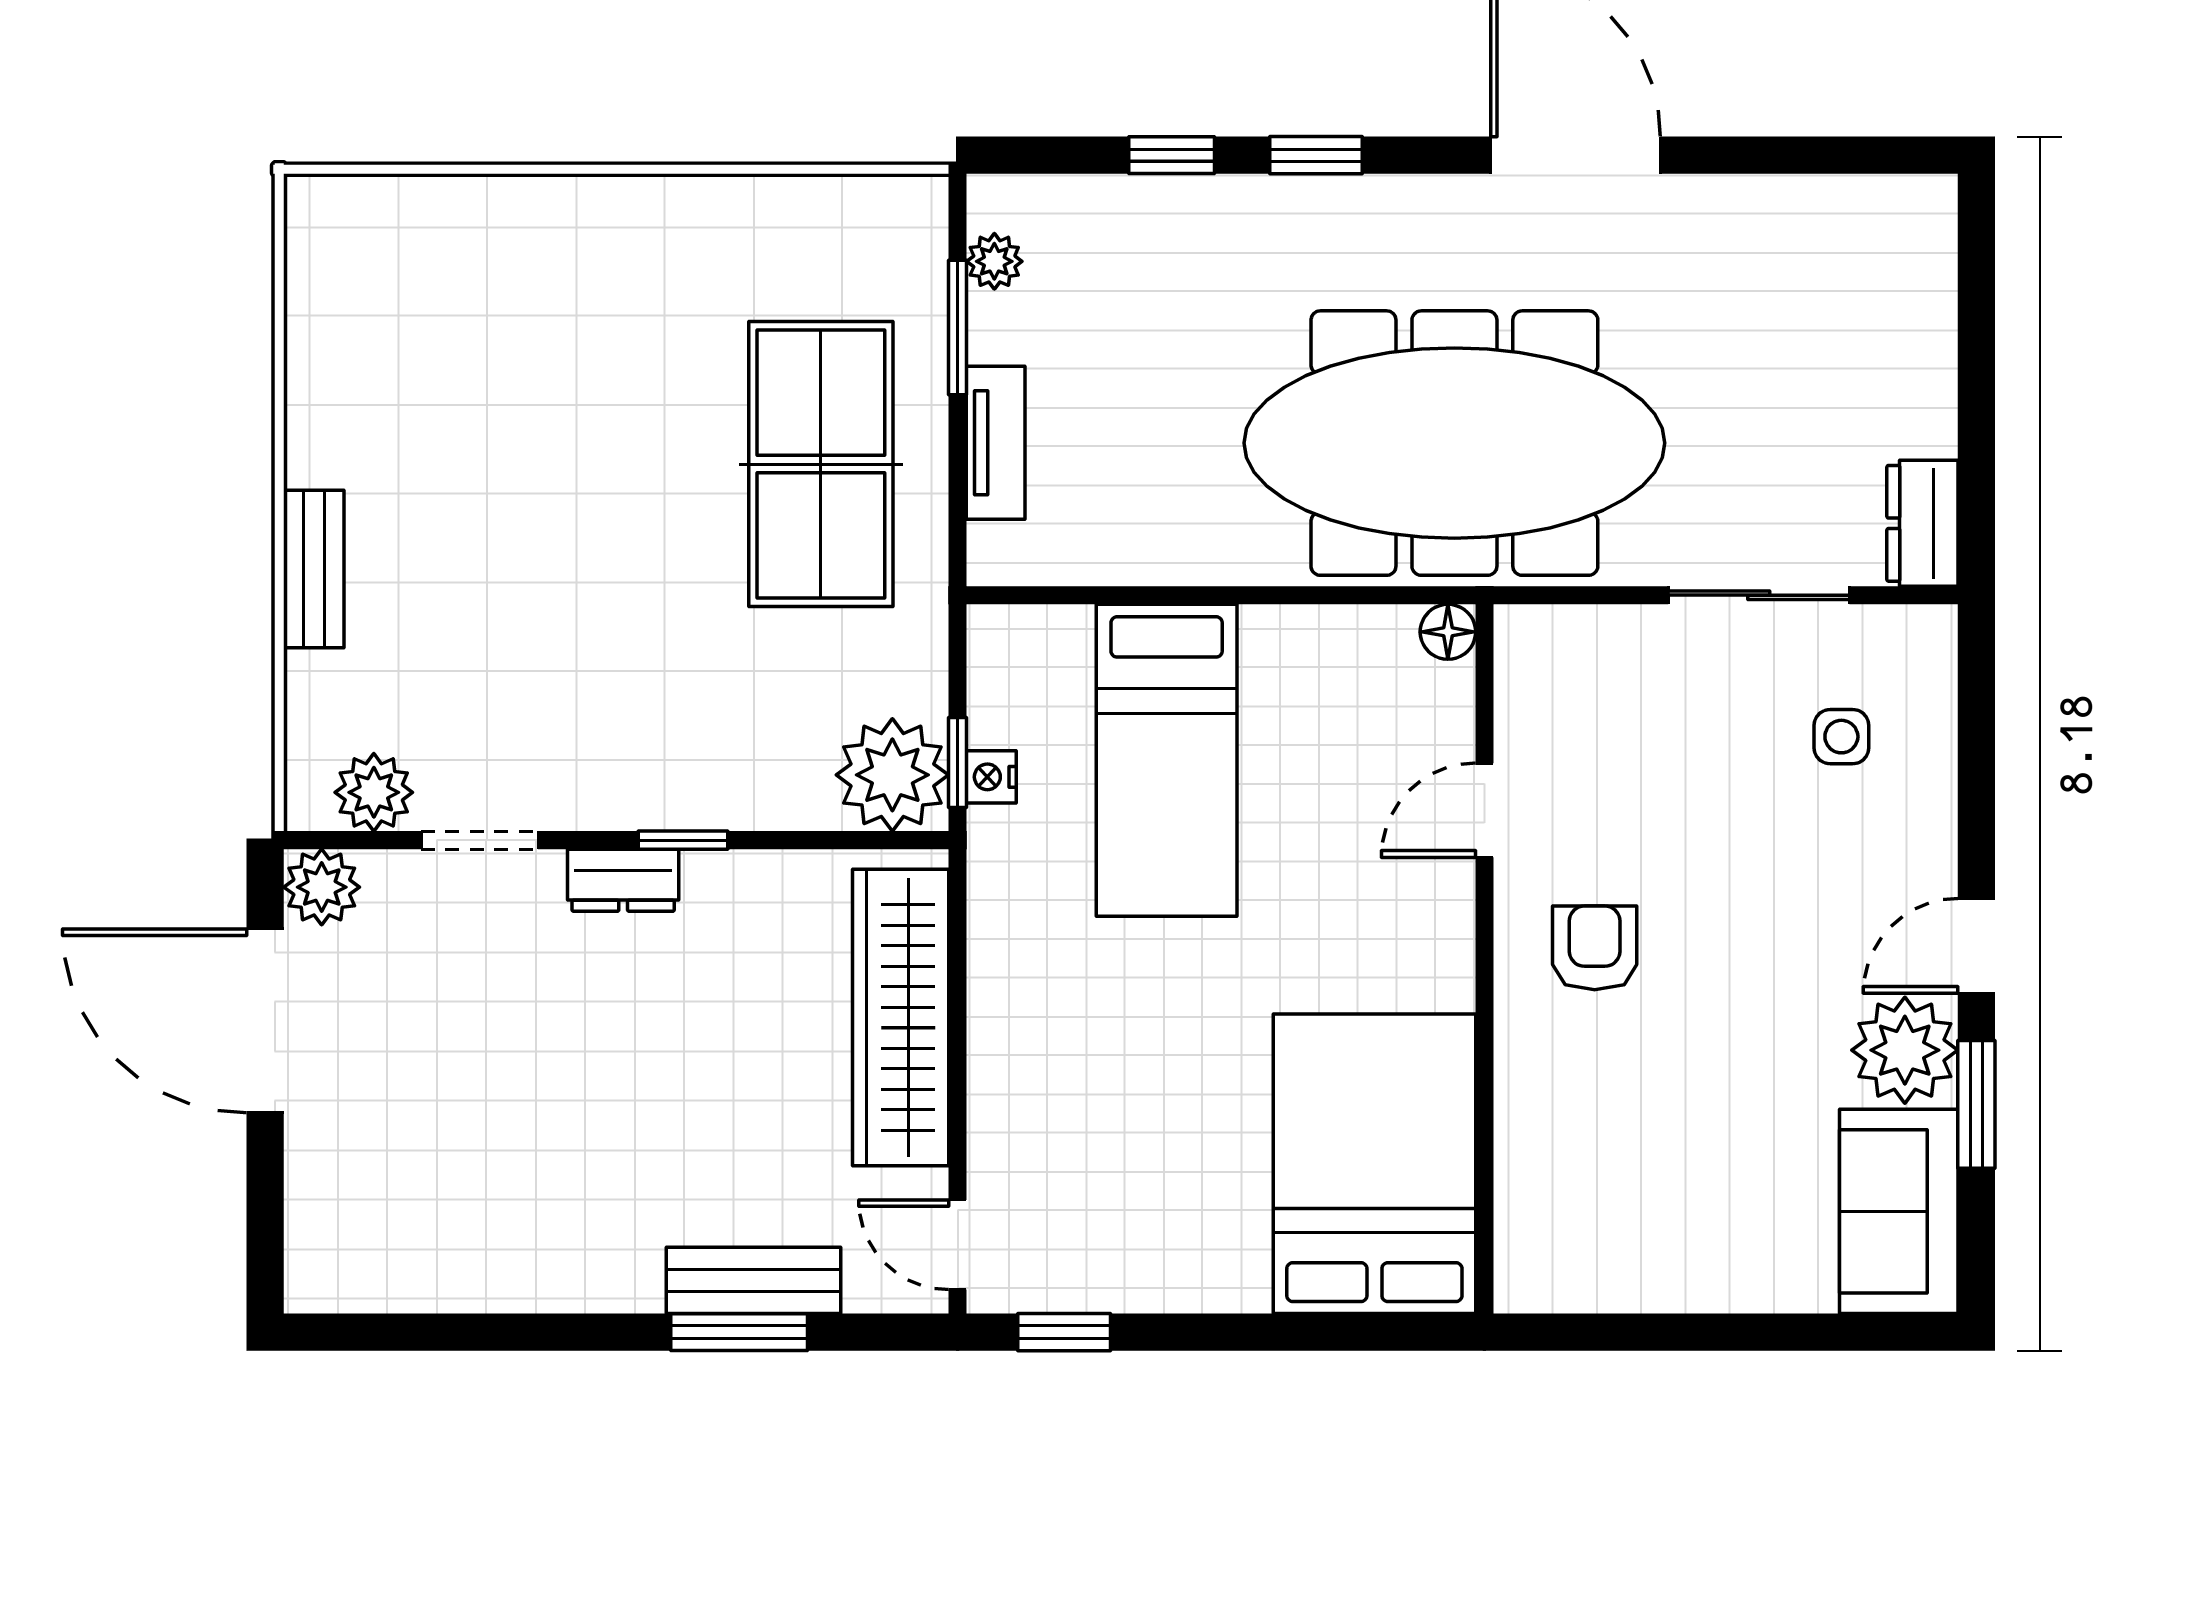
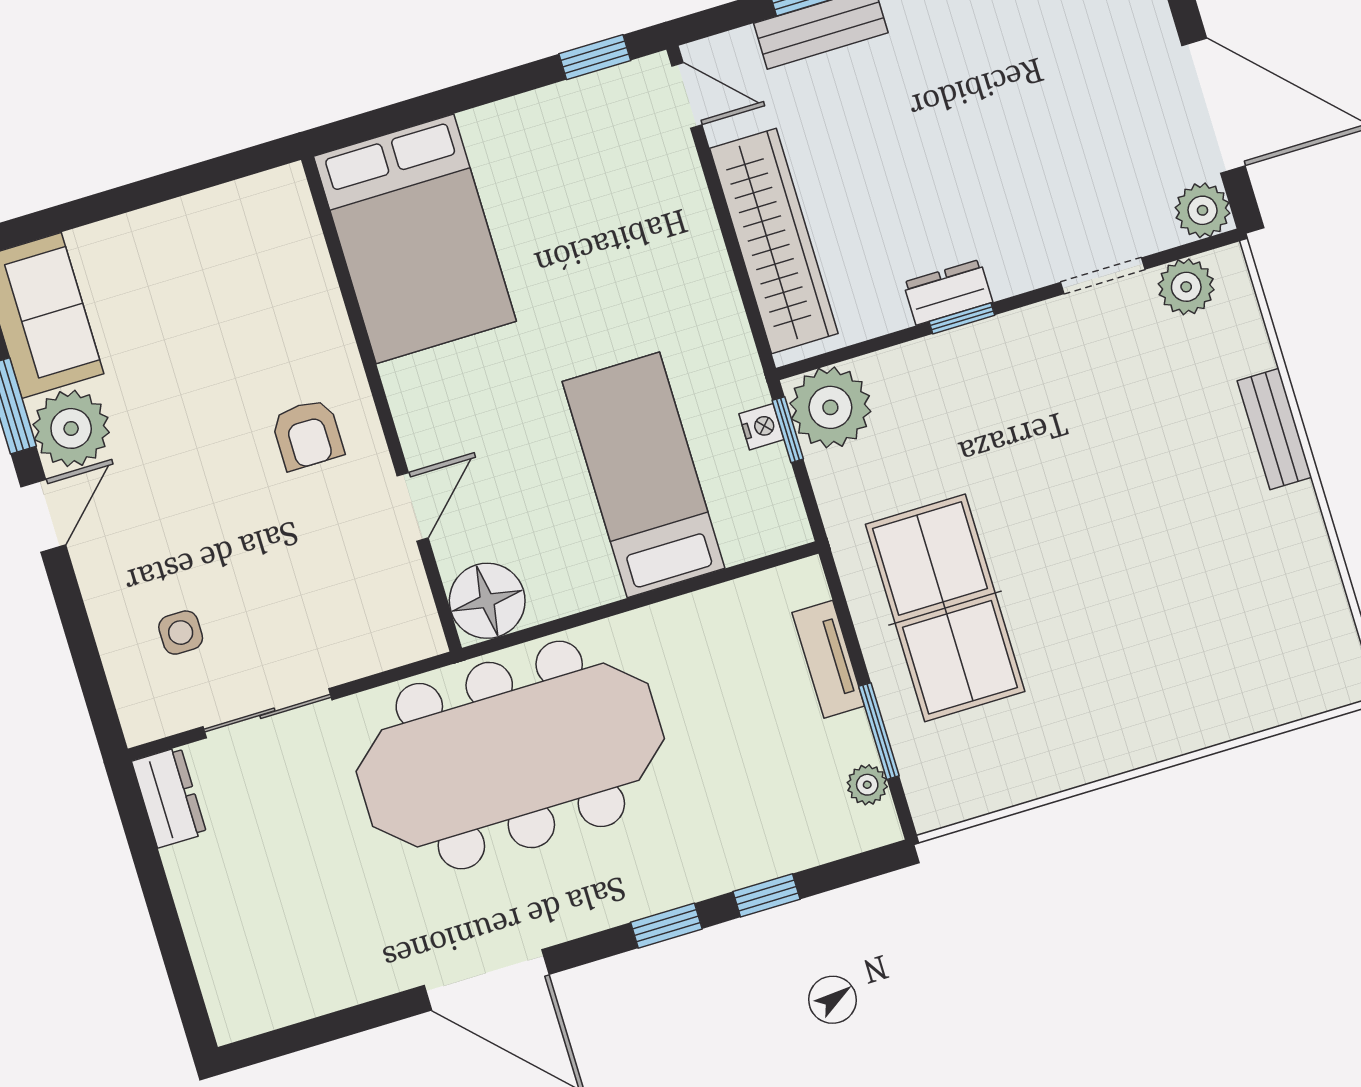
floor lamp: (1448, 632) -> (487, 601), width x1.89, depth x1.89
dresser: (623, 880) -> (948, 292), moved

